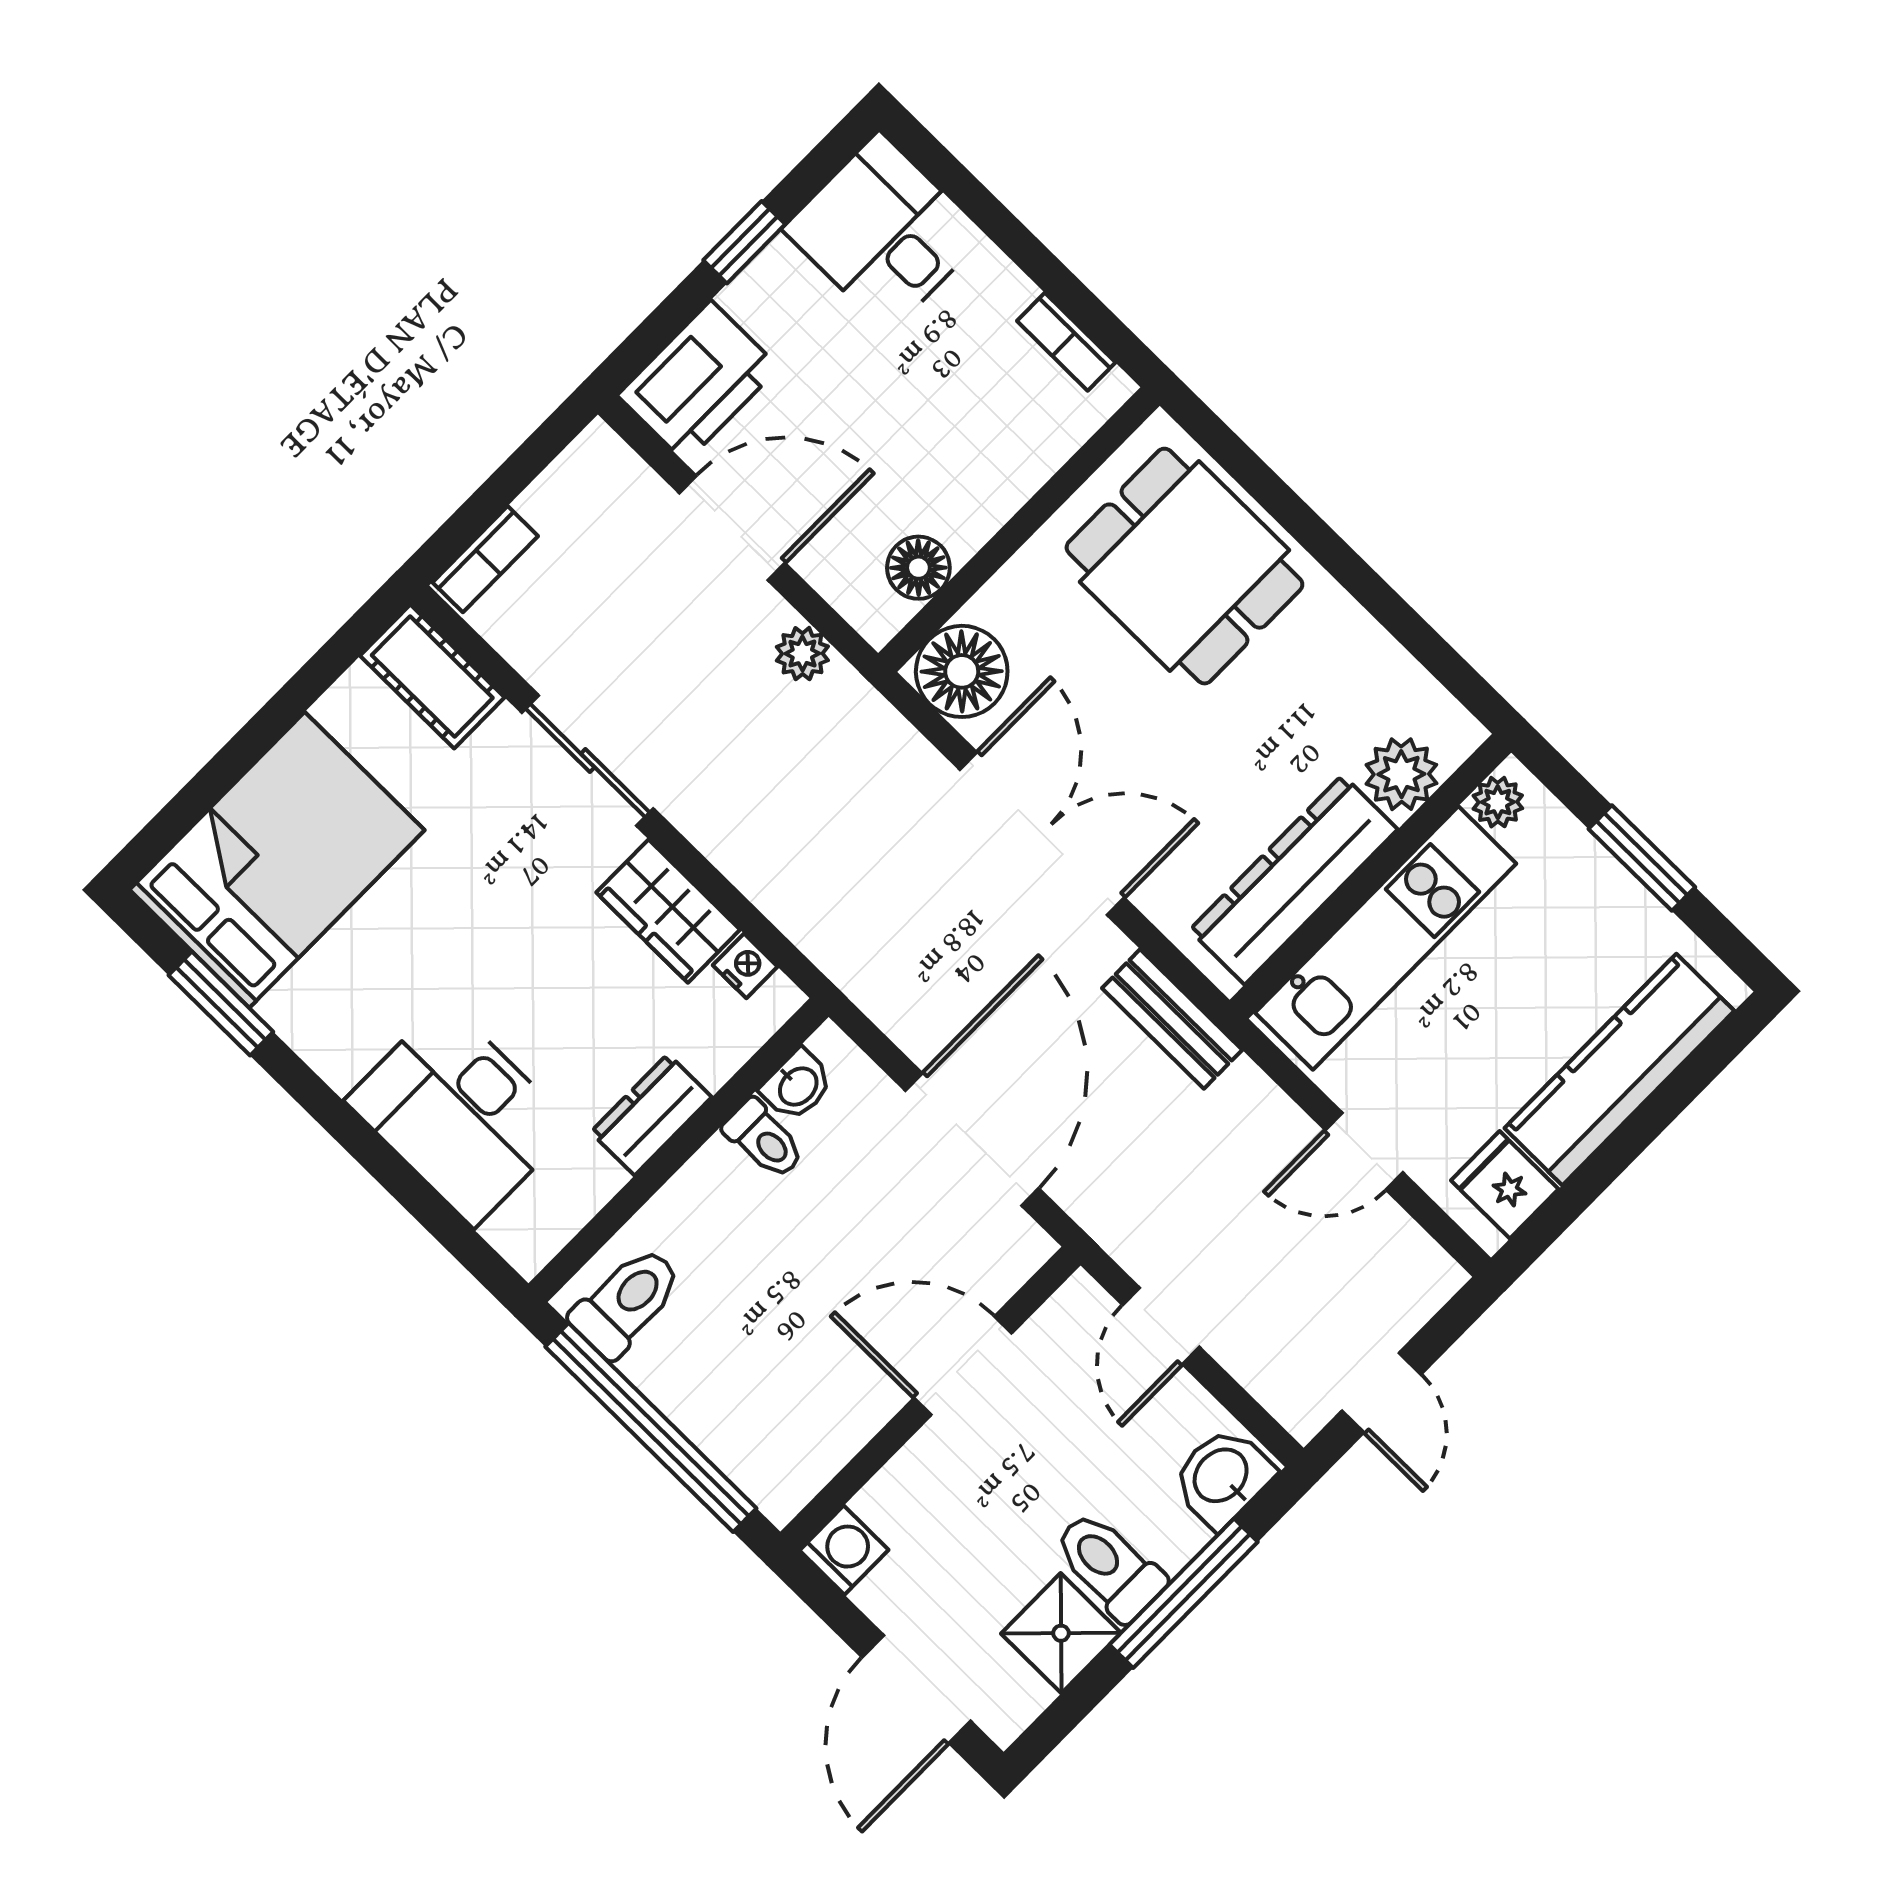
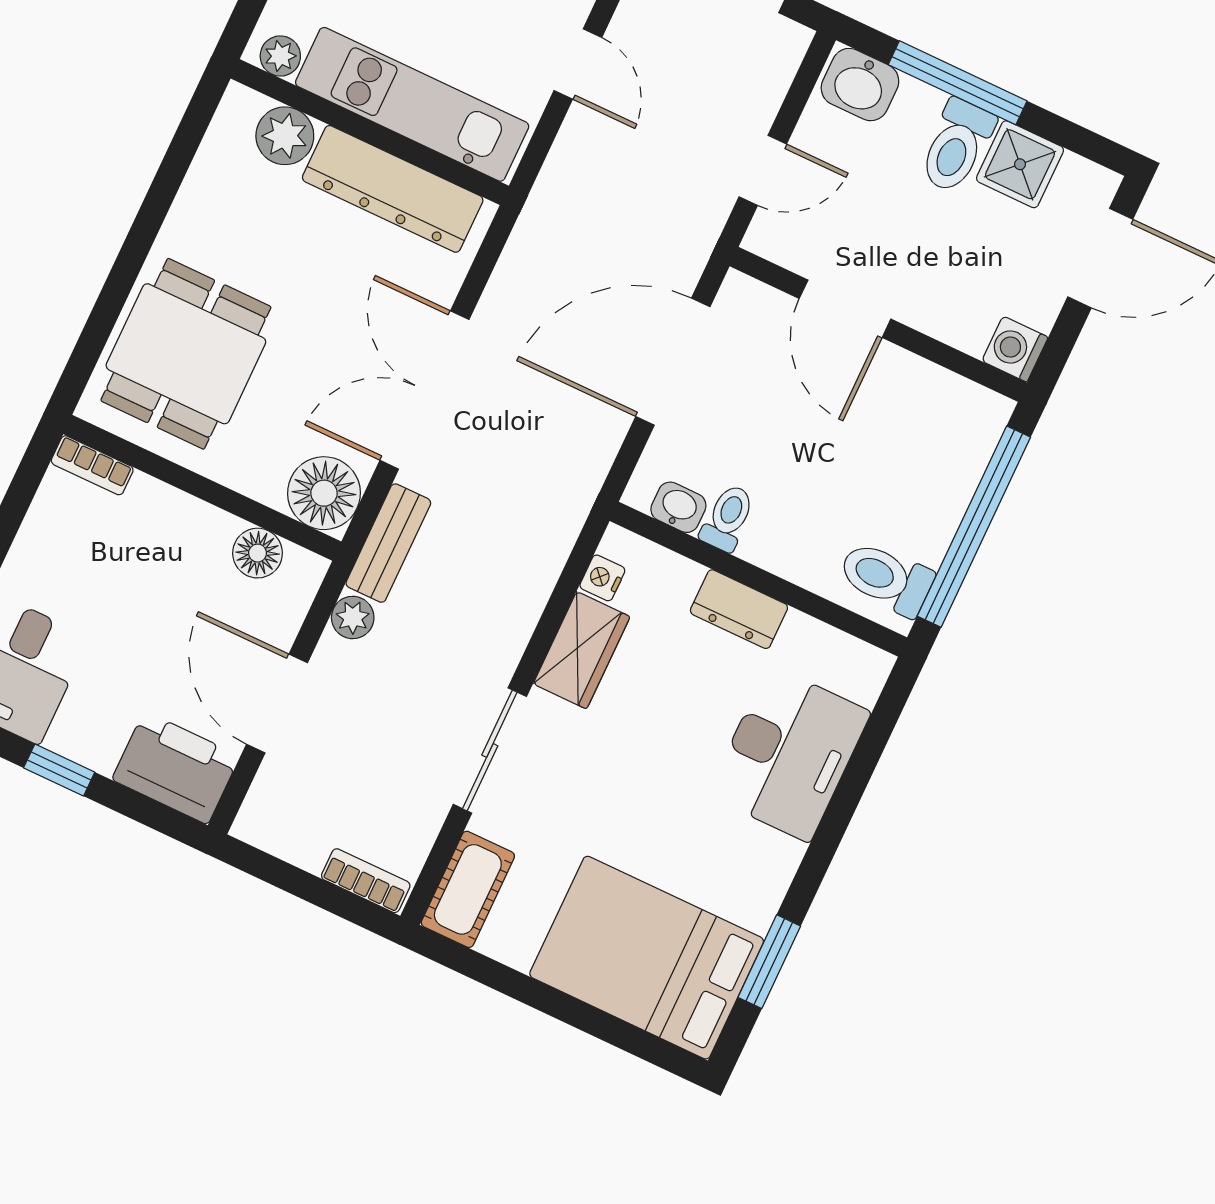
bookcase: (1066, 342) -> (92, 465), moved, turned 90
bench: (1172, 1019) -> (388, 543), moved

